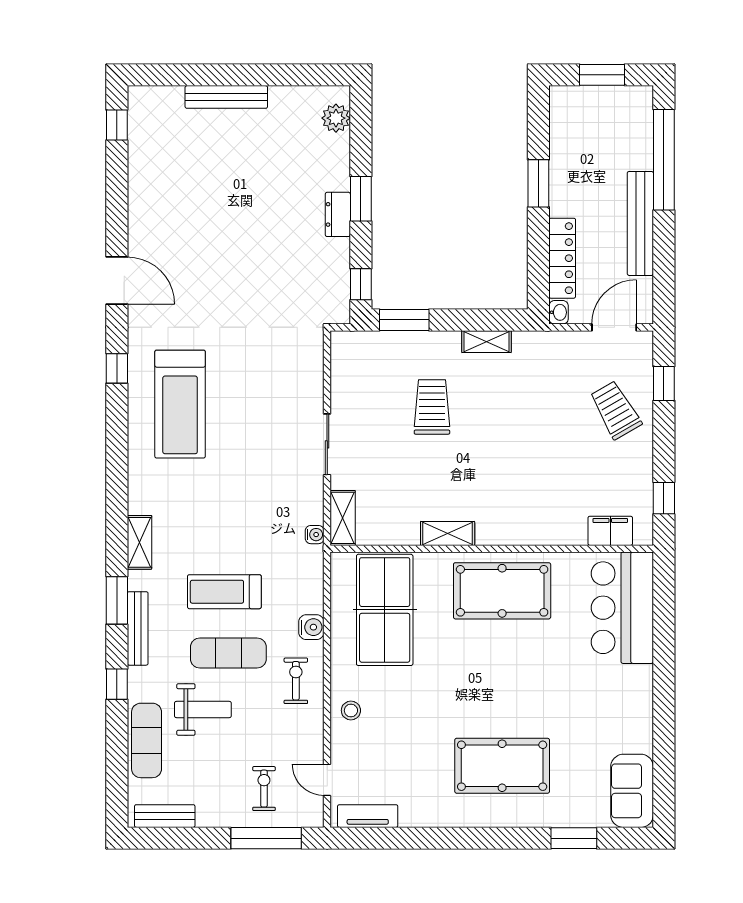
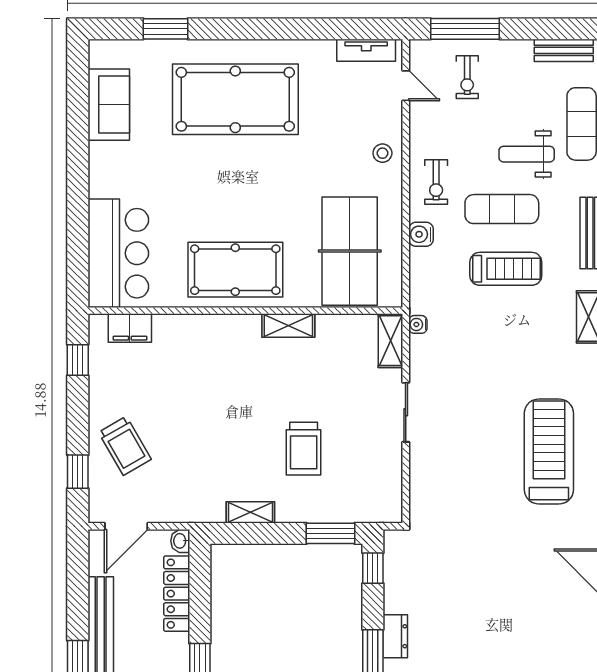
pool table: (502, 766) -> (235, 99), width x1.36, depth x1.32
sofa: (632, 791) -> (109, 105), moved

